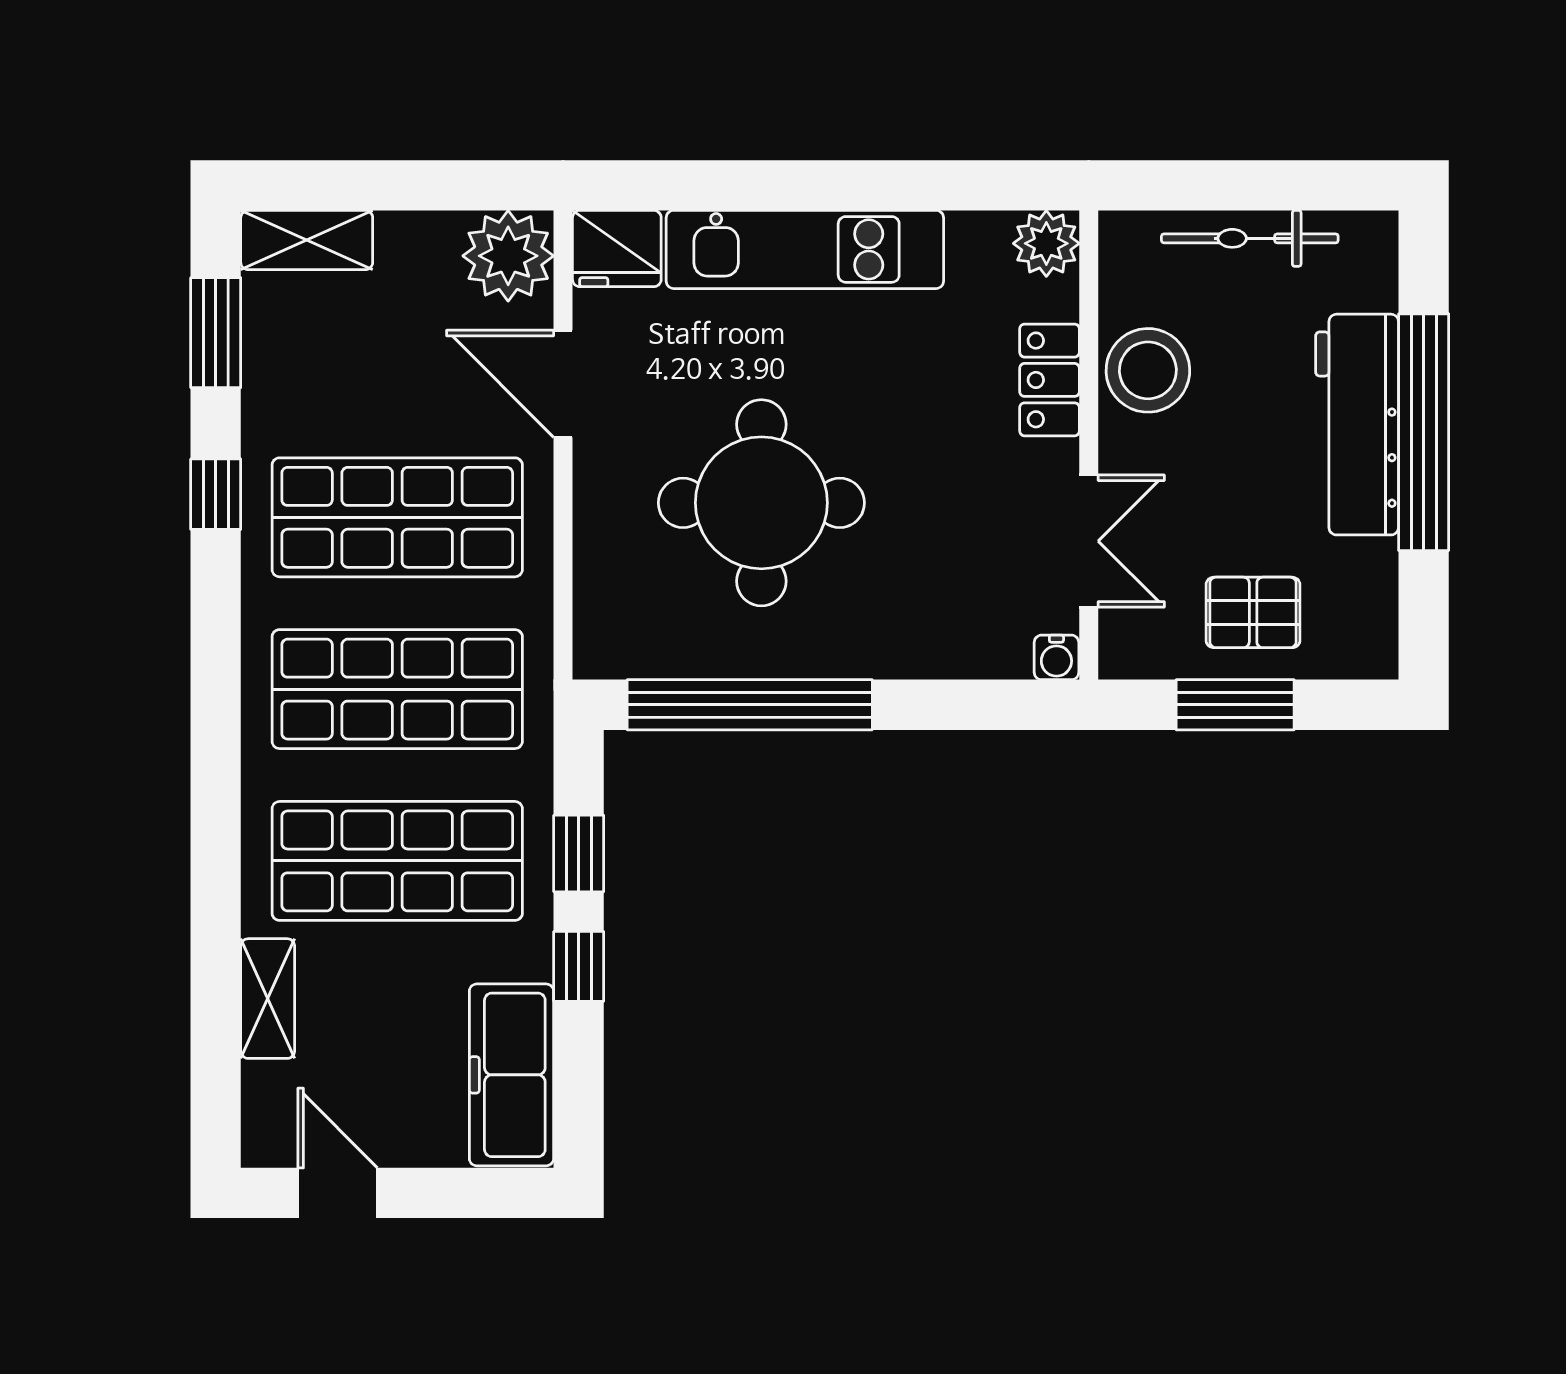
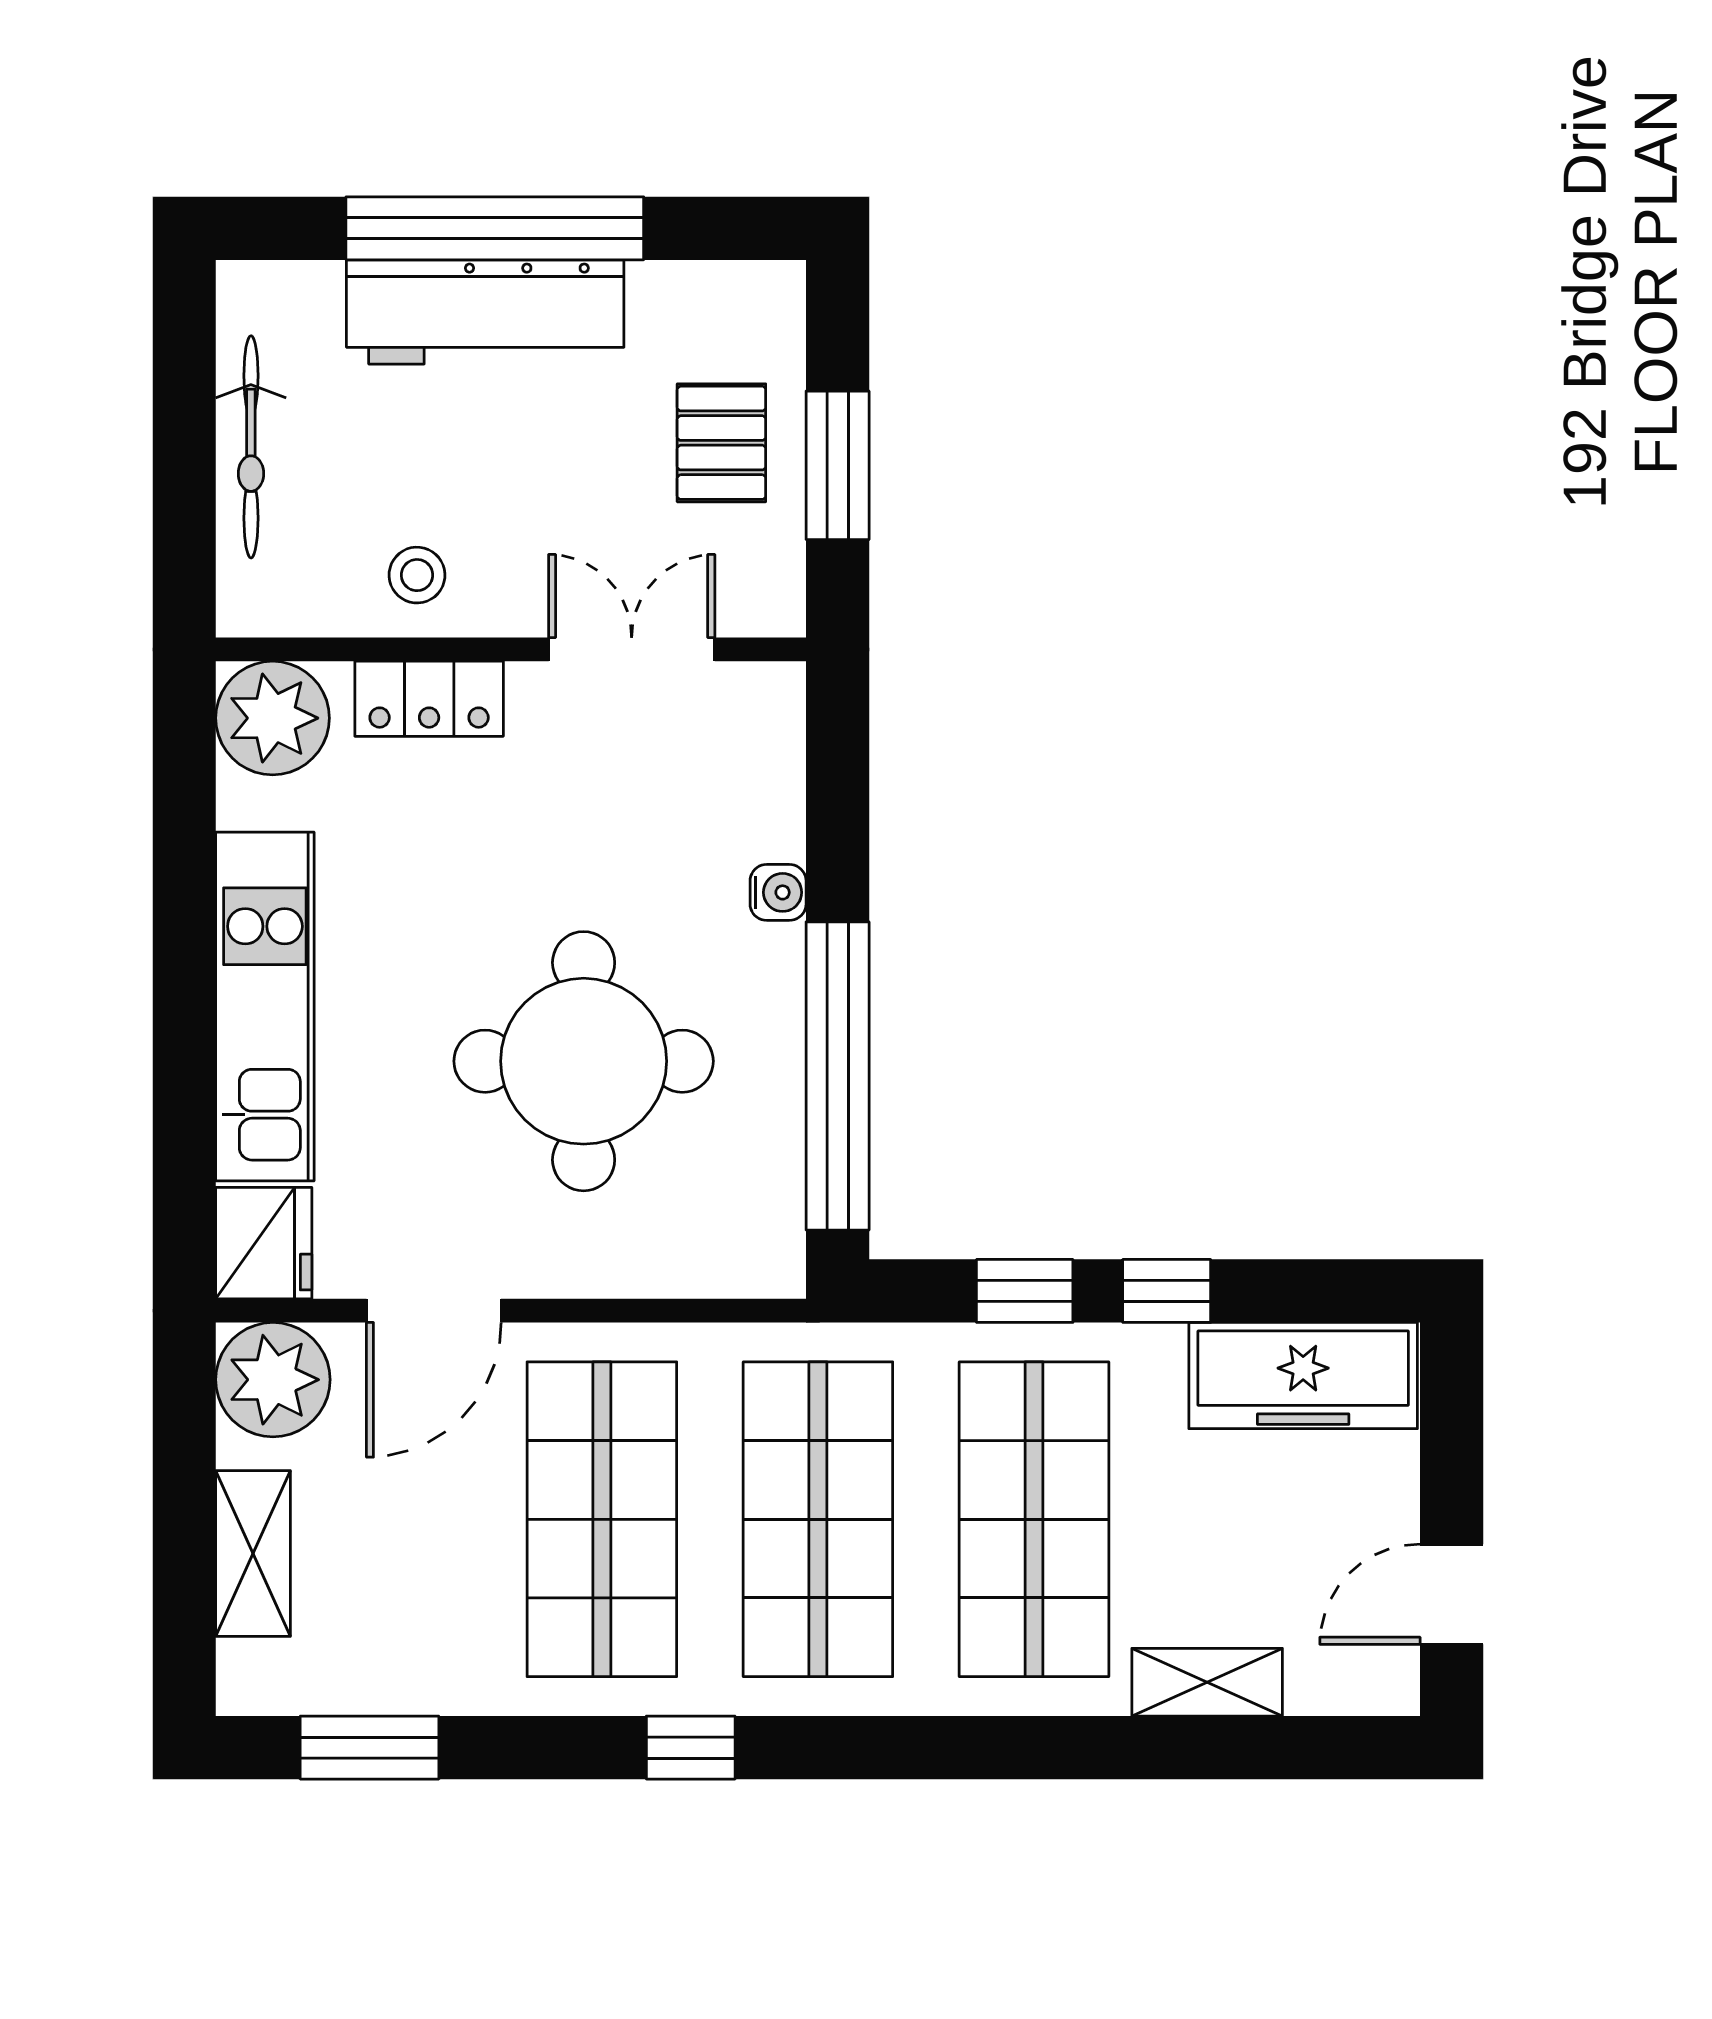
shelving: (307, 240) -> (253, 1553), moved
plant: (1046, 243) -> (273, 718), width x1.36, depth x1.36
stool: (1148, 370) -> (417, 575), width x0.53, depth x0.53
window: (216, 494) -> (691, 1748), moved
water cooler: (1056, 657) -> (778, 892), moved

